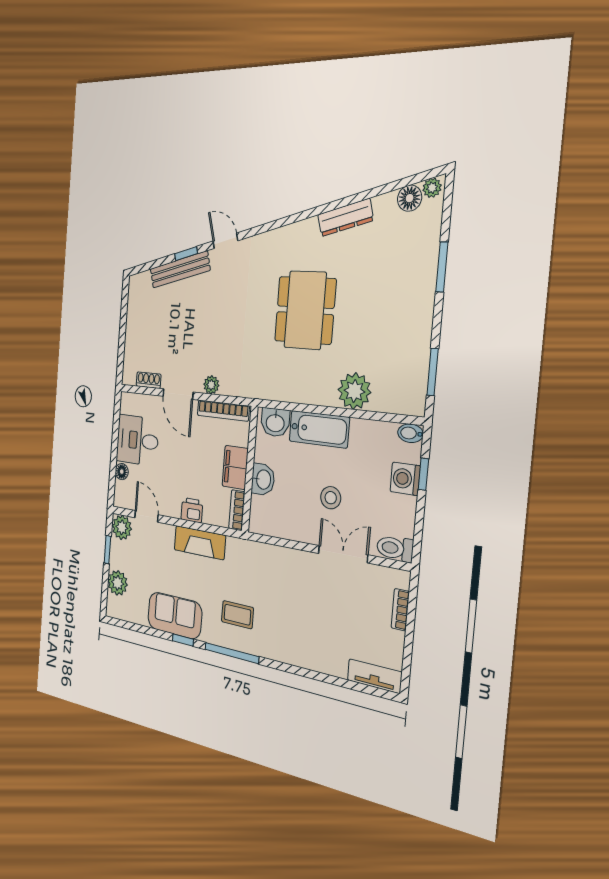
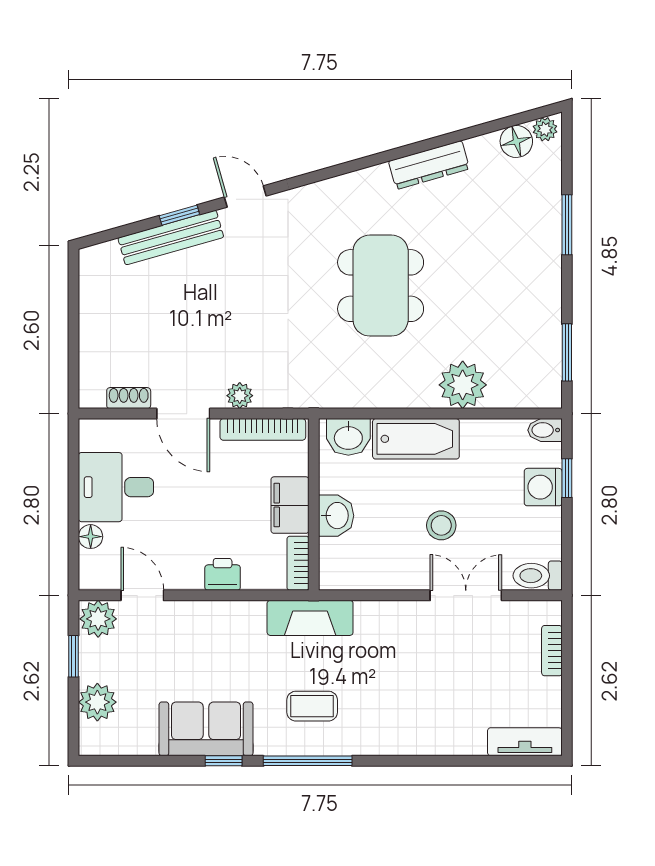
fireplace: (200, 543) -> (310, 618), moved

